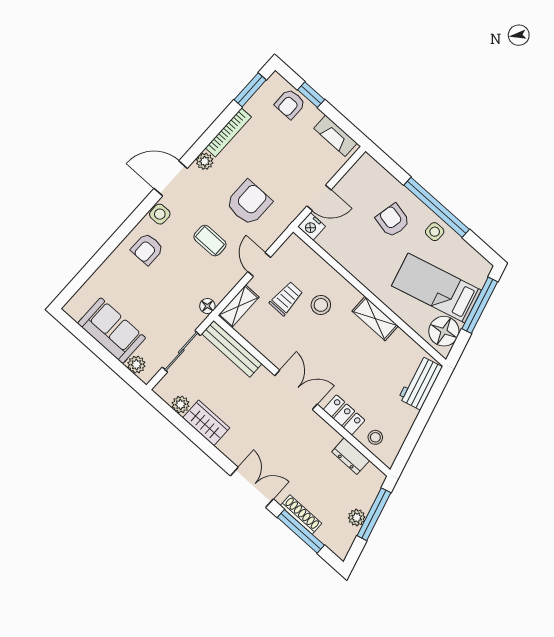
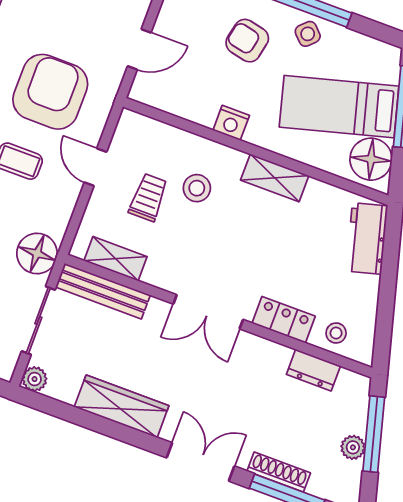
armchair: (249, 203) -> (50, 92), width x1.36, depth x1.36
nightstand: (312, 227) -> (231, 123), moved
side table: (435, 232) -> (308, 34), turned 45
floor lamp: (207, 306) -> (37, 254), width x1.89, depth x1.89
shelving: (239, 306) -> (115, 259), moved, turned 90
double door: (296, 390) -> (208, 312), swing flipped
plant: (181, 404) -> (35, 379), moved
wardrobe: (206, 423) -> (122, 406), width x1.50

